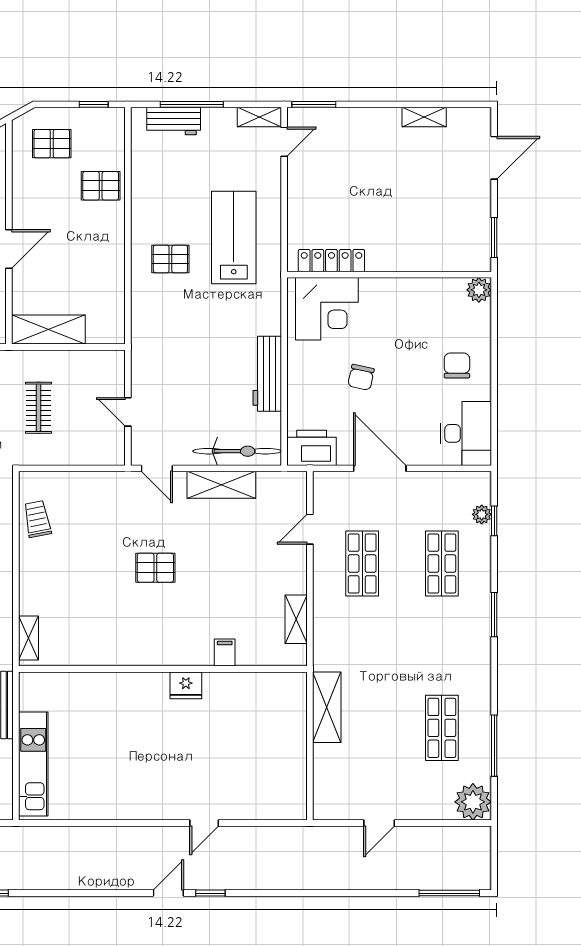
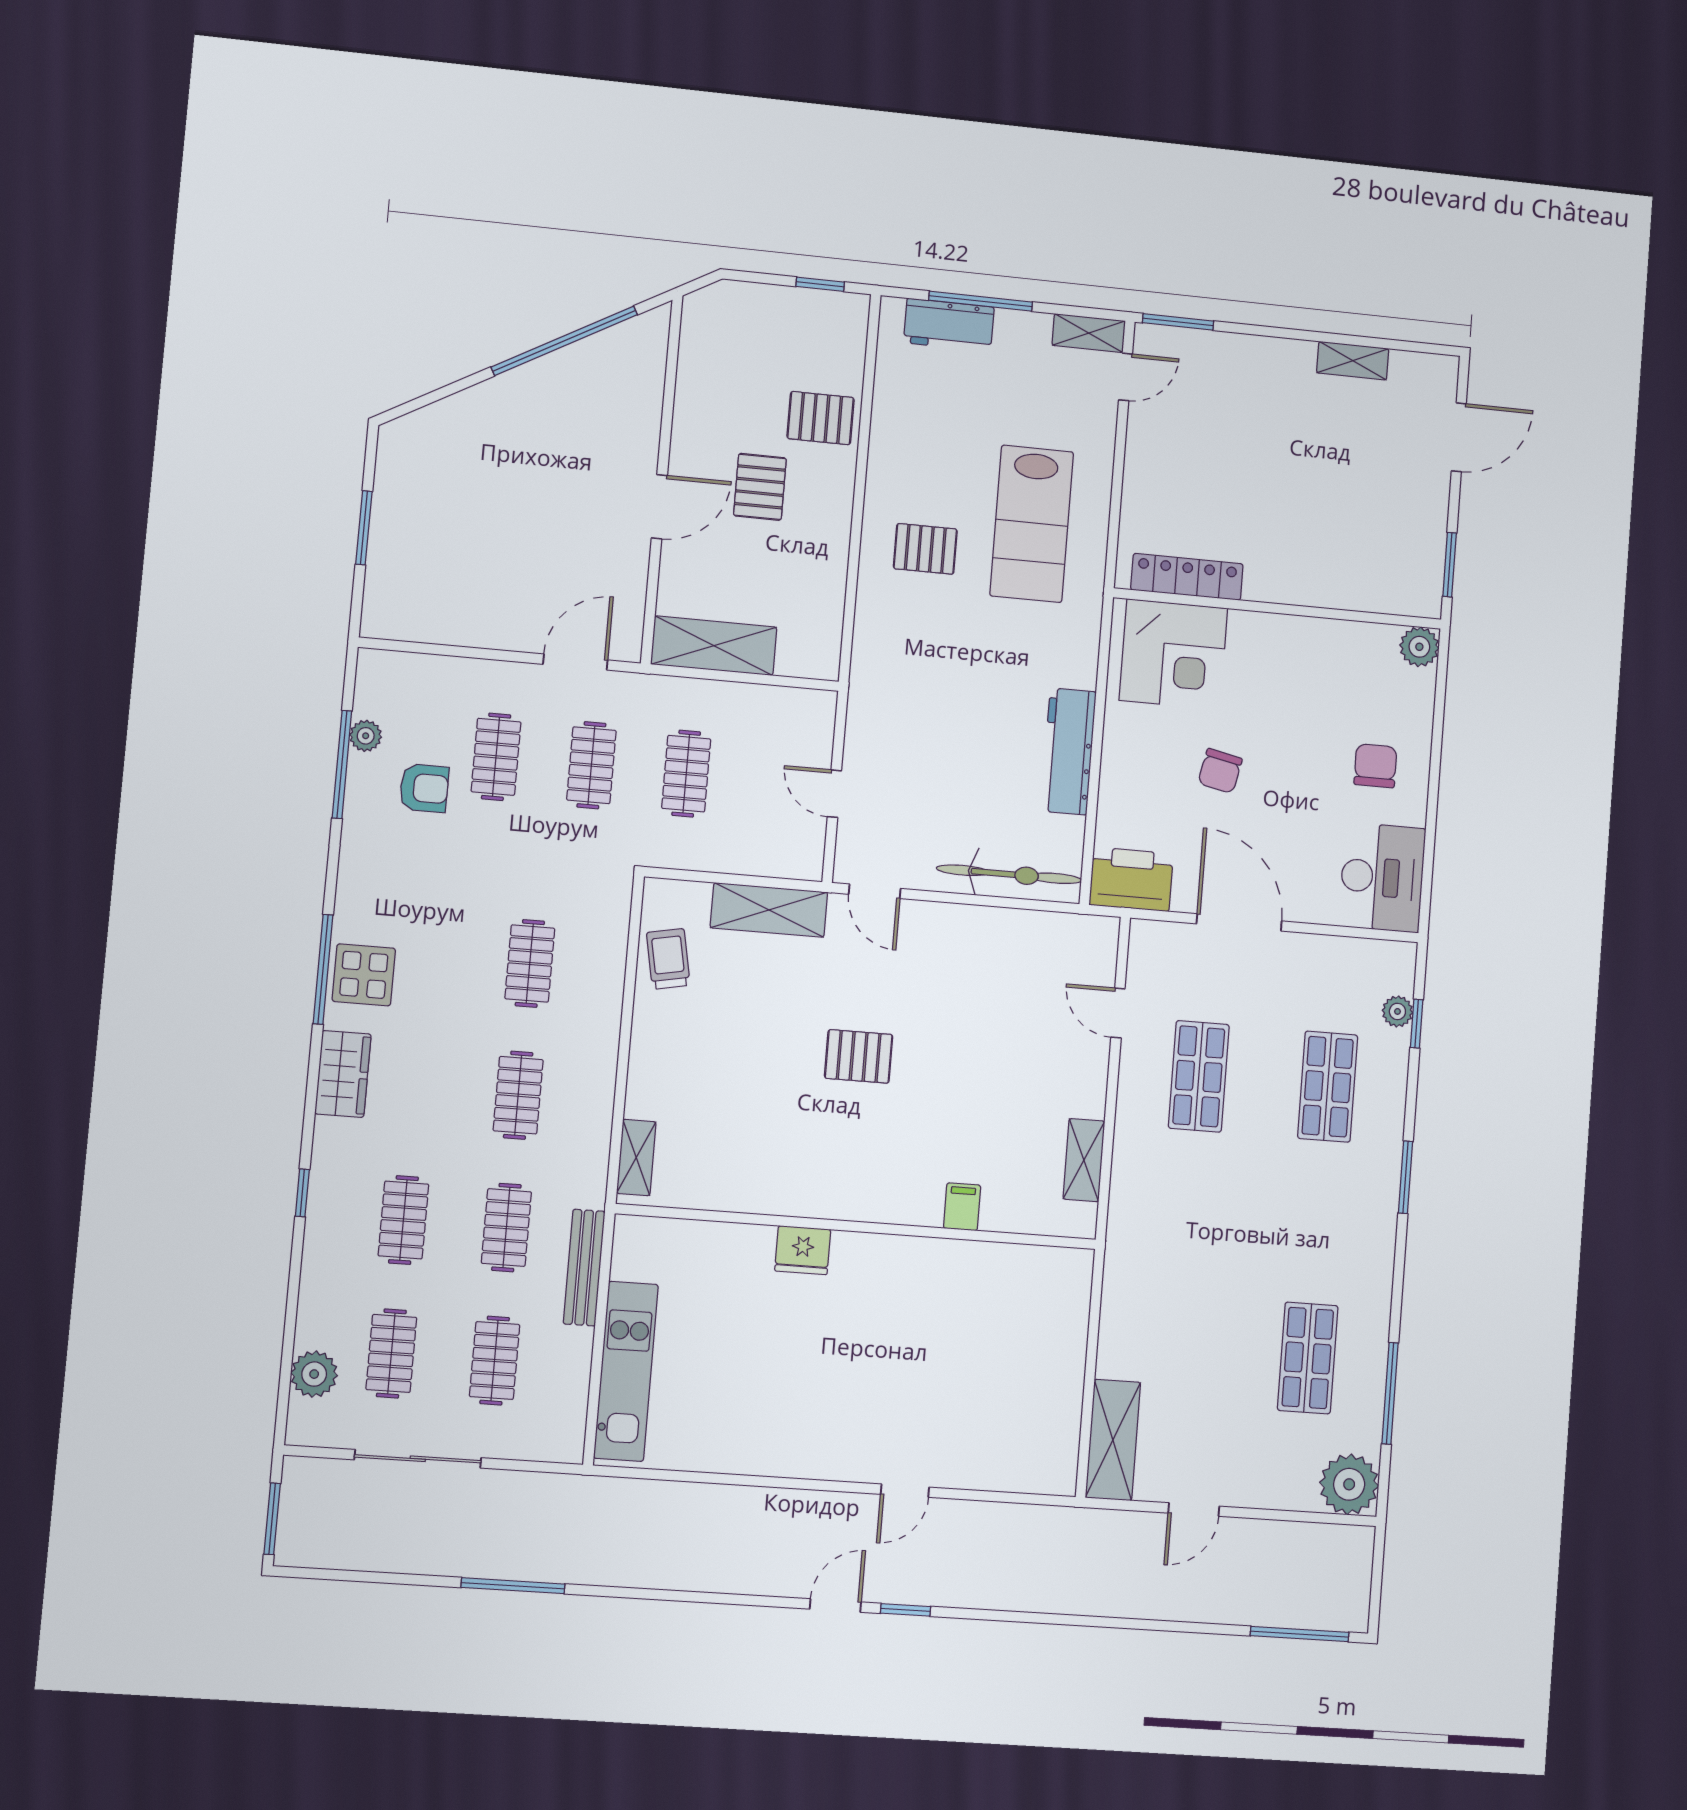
pallet: (52, 144) -> (760, 487), moved, turned 90
lab bench: (234, 237) -> (1032, 524), turned 180
shelving: (221, 485) -> (769, 910), moved
door: (310, 529) -> (1118, 1013), hinge flipped
fridge: (186, 685) -> (803, 1250), moved
shelving: (327, 707) -> (1113, 1440), moved

